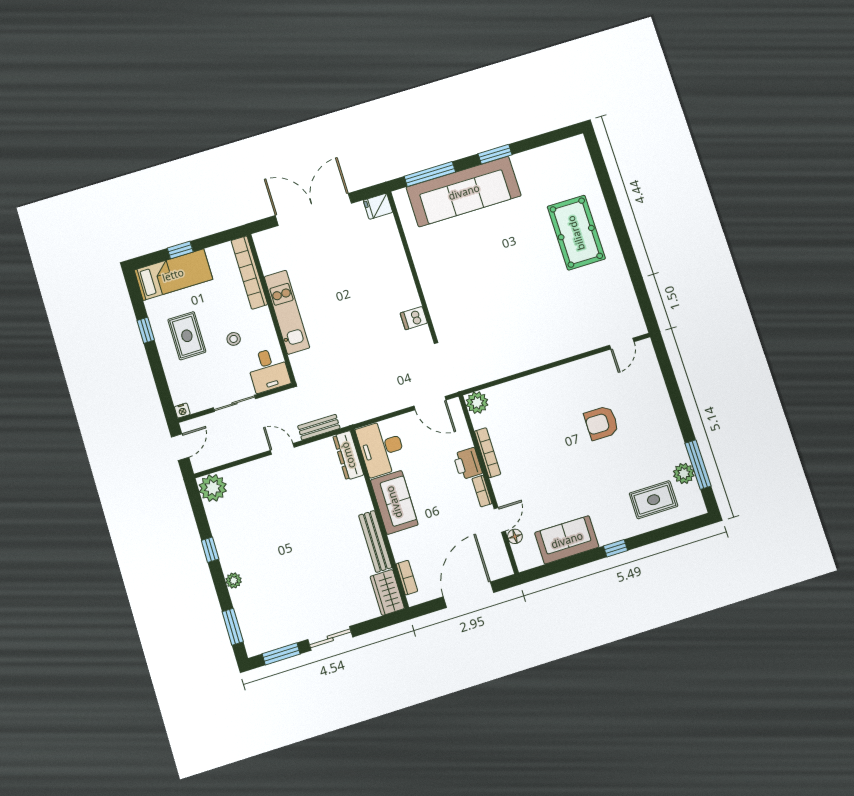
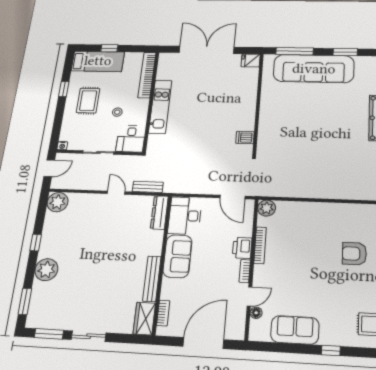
plant: (234, 580) -> (46, 270), width x1.88, depth x1.88

